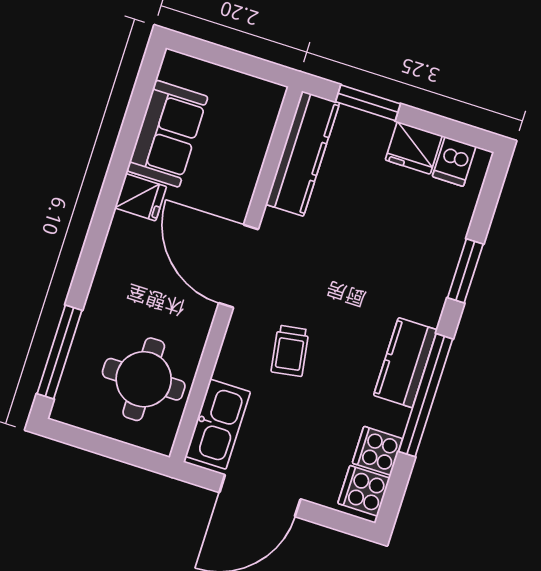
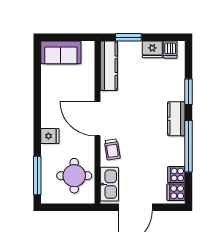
sofa: (167, 134) -> (61, 52), moved, turned 90
fridge: (141, 197) -> (50, 136), moved
trolley: (290, 351) -> (112, 149), moved
kitchen counter: (405, 363) -> (176, 119), moved

